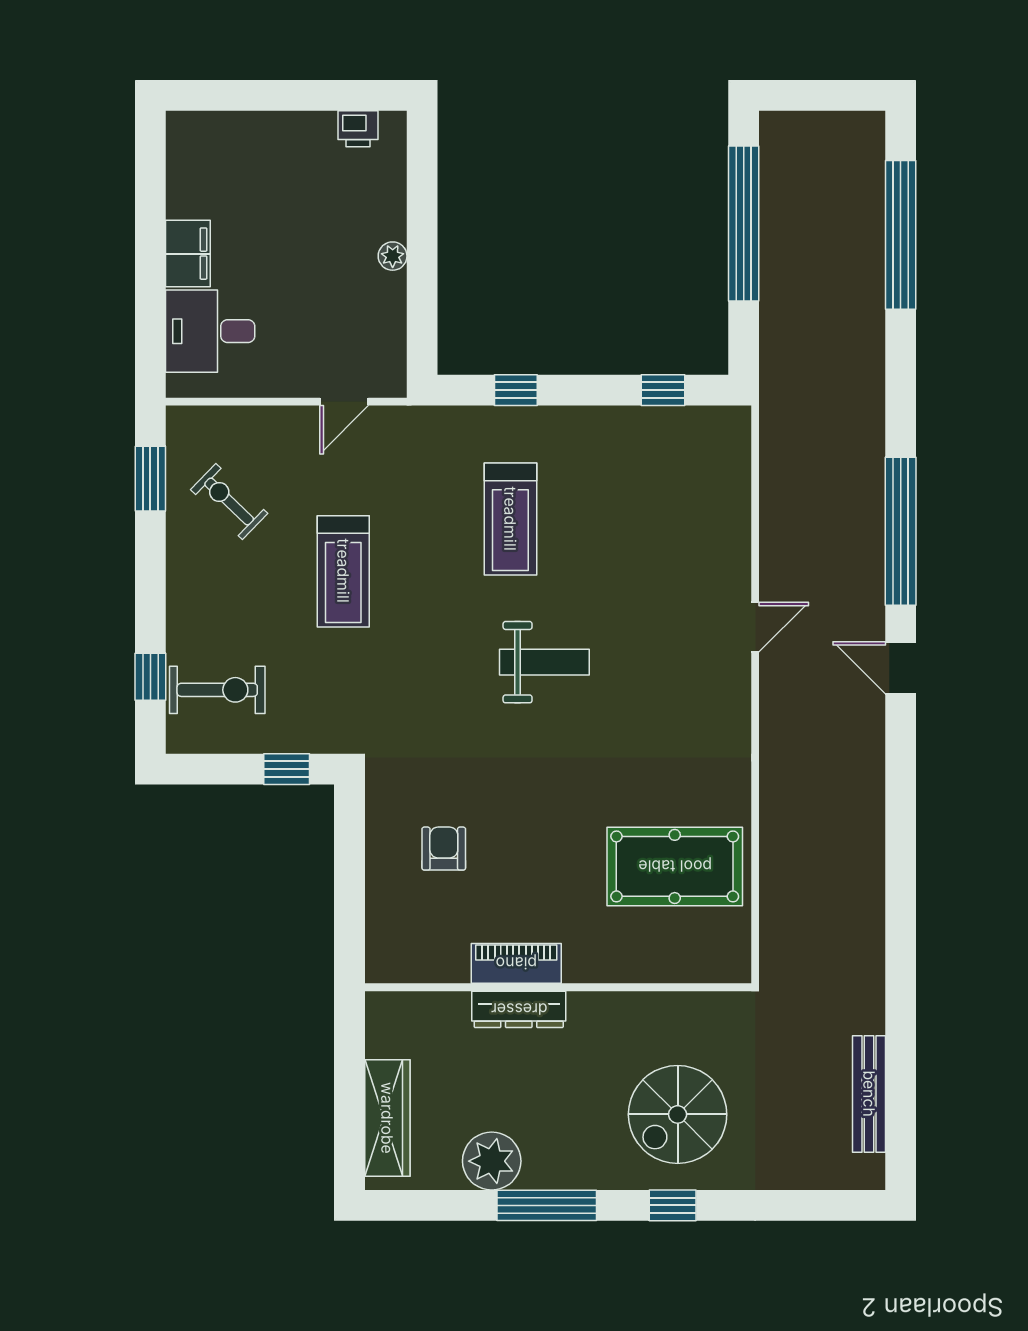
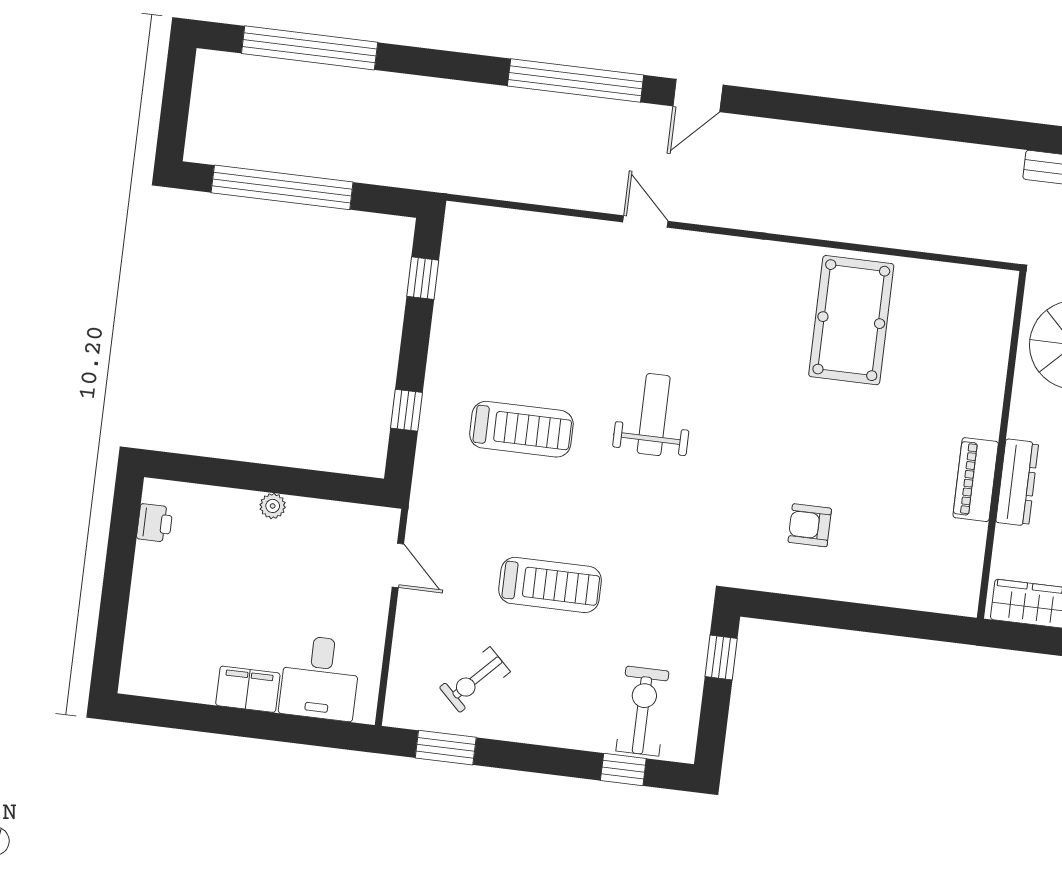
piano: (516, 963) -> (976, 480), moved
wall: (558, 987) -> (1002, 445), moved
dresser: (519, 1009) -> (1017, 482), moved

